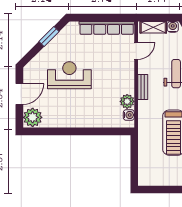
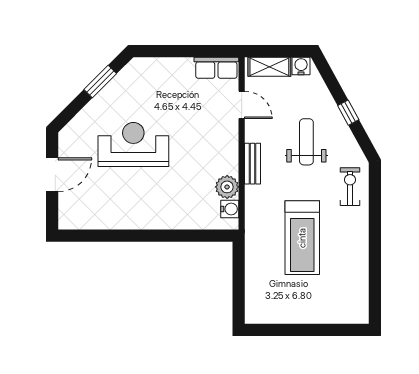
row of seats: (107, 28) -> (216, 68), width x0.50
door: (136, 51) -> (242, 105), hinge flipped
plant: (33, 117) -> (74, 213), removed

